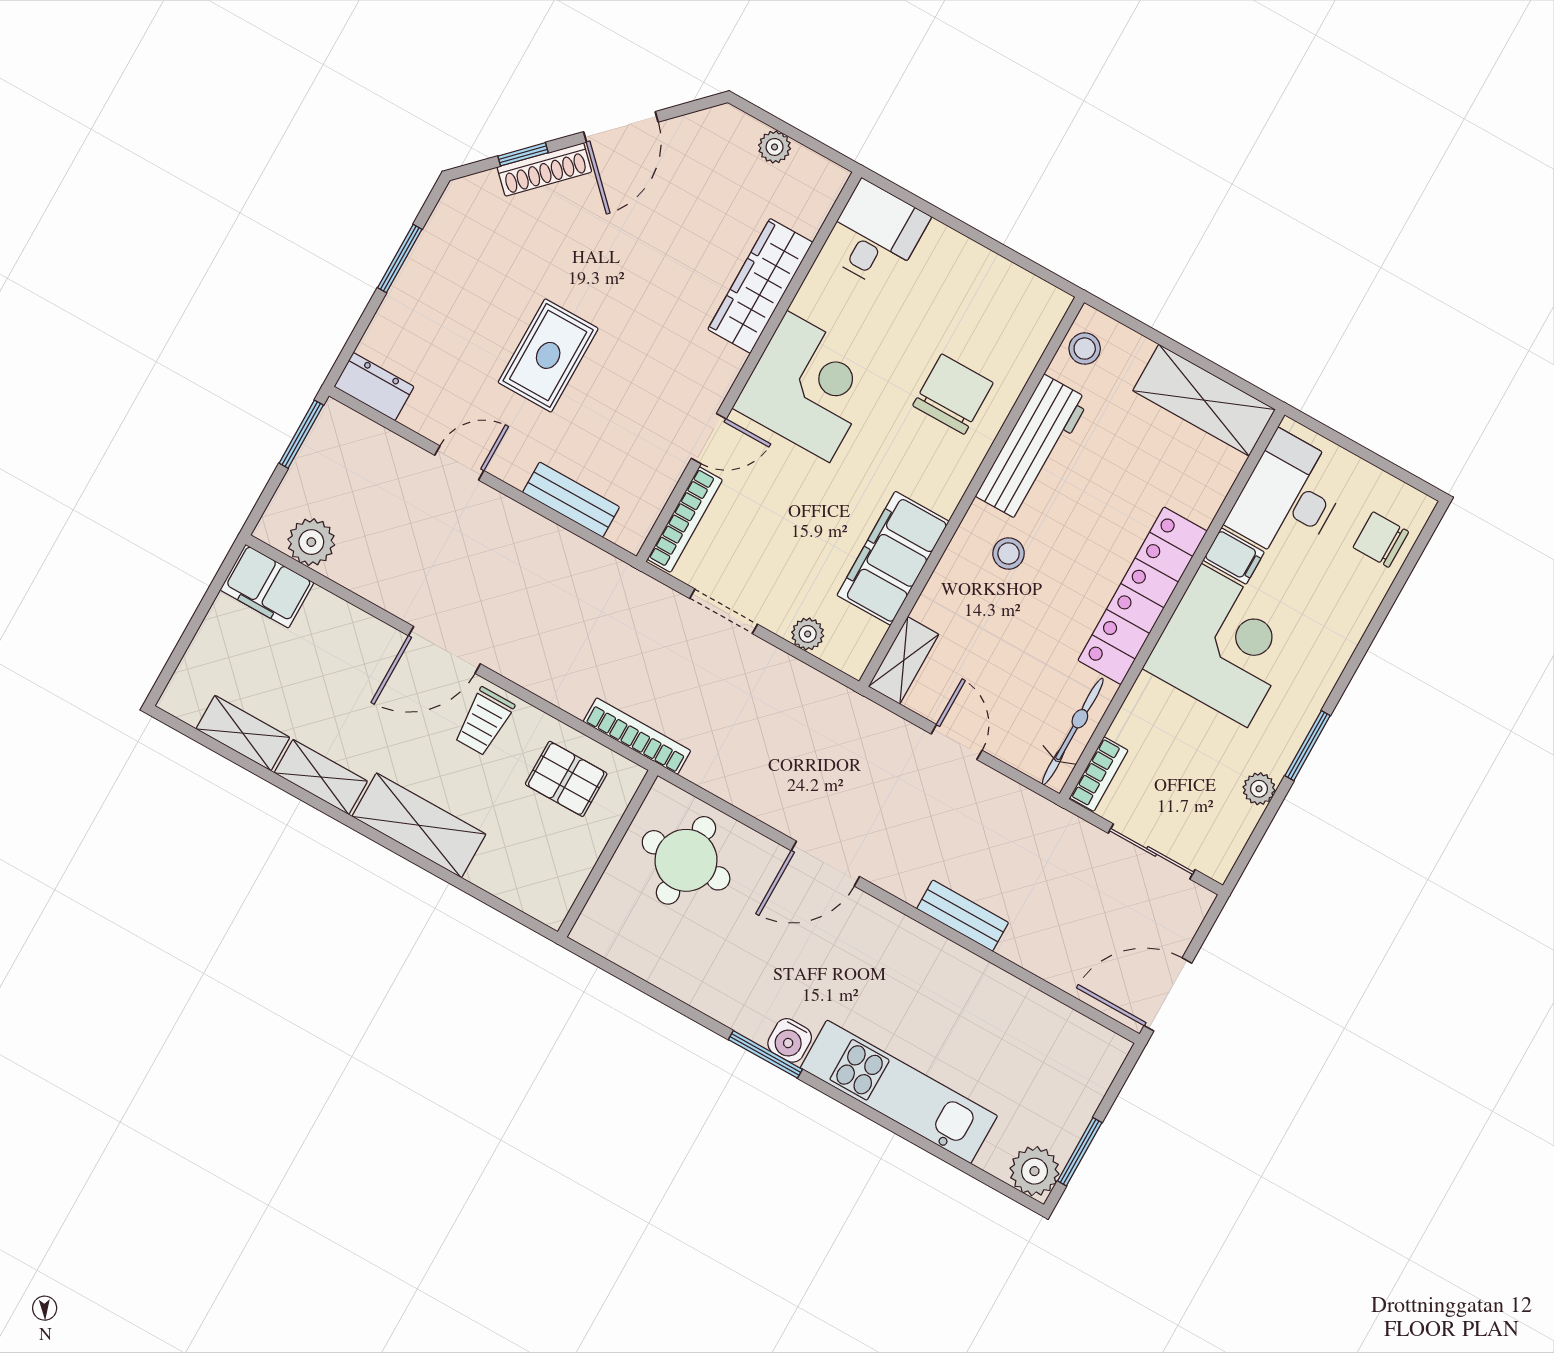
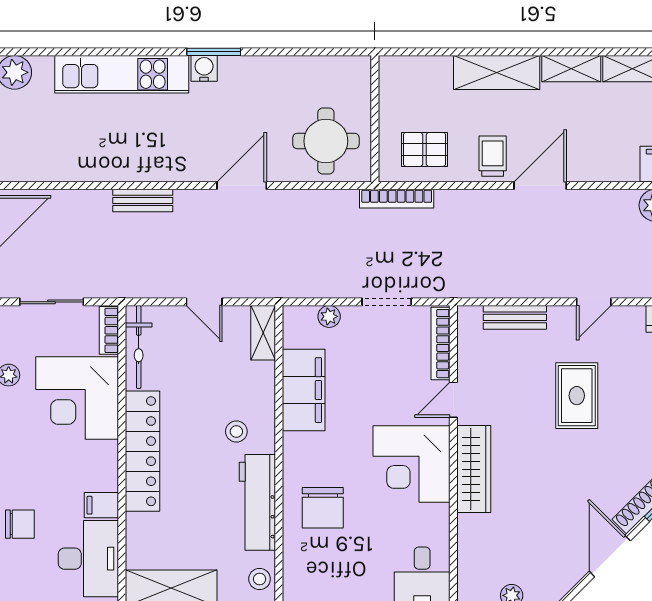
wardrobe: (760, 286) -> (474, 469), moved
chair: (1381, 540) -> (20, 524), moved
corner desk: (1224, 645) -> (77, 398), moved

